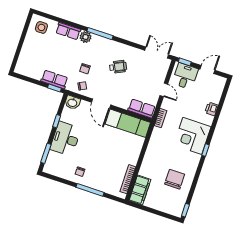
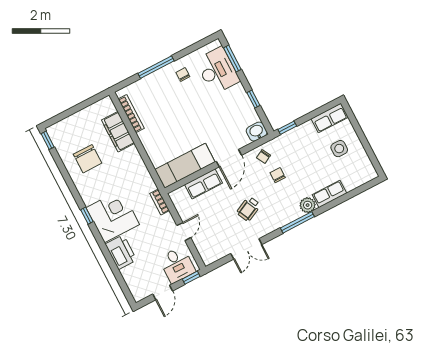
side table: (41, 27) -> (339, 149), moved
double door: (157, 53) -> (246, 249), moved
row of seats: (54, 79) -> (330, 118), moved
door: (164, 90) -> (184, 232), swing flipped
door: (101, 104) -> (229, 158), swing flipped
row of seats: (142, 109) -> (204, 184), moved
printer: (211, 109) -> (121, 252), width x1.87, depth x1.48
desk: (65, 139) -> (217, 71), moved
filing cabinet: (140, 190) -> (118, 132), moved

